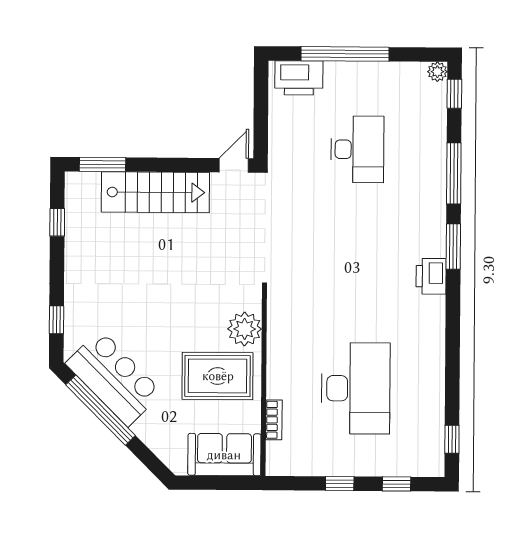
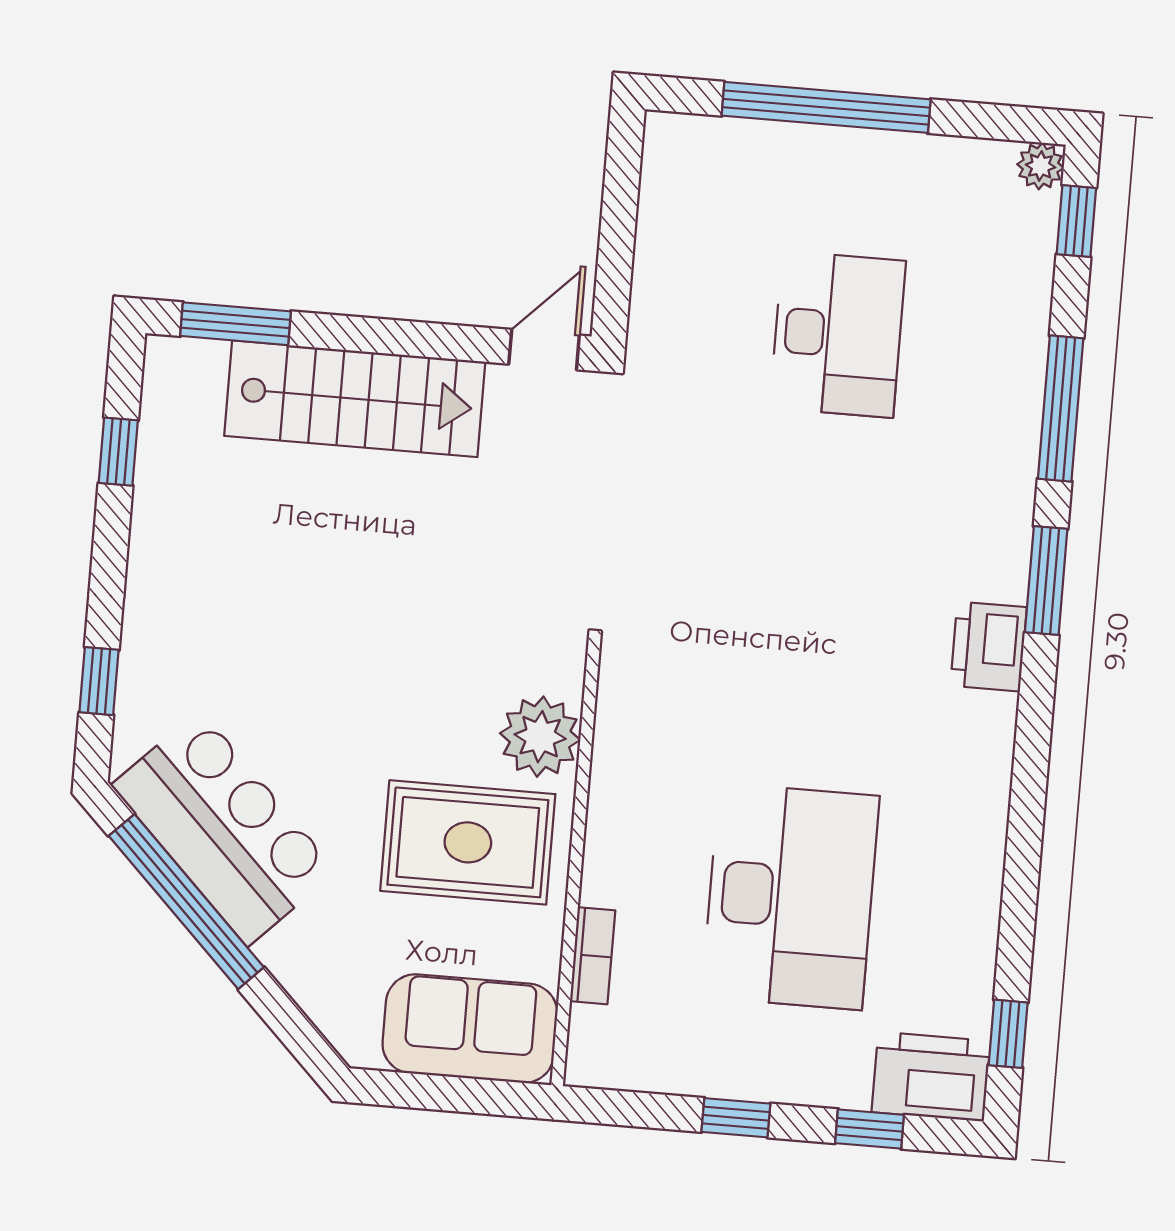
printer: (299, 78) -> (931, 1077), moved, turned 180

